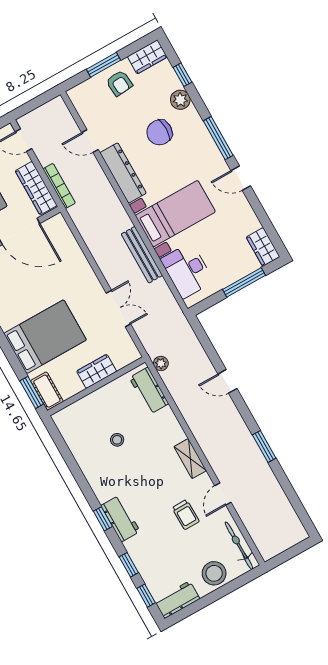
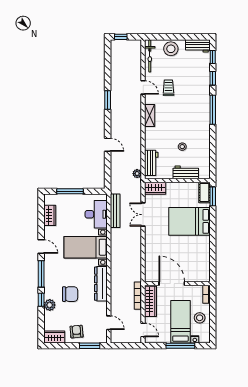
window: (104, 65) -> (90, 346), moved
window: (182, 75) -> (41, 300), moved
door: (90, 141) -> (109, 323), moved
wardrobe: (263, 247) -> (50, 215), moved
bench: (142, 255) -> (115, 211), moved
wardrobe: (97, 371) -> (155, 188), moved
door: (223, 494) -> (143, 87), hinge flipped
window: (103, 519) -> (213, 110), width x2.17
workbench: (120, 519) -> (186, 172), moved, turned 90
window: (297, 549) -> (121, 37), added

